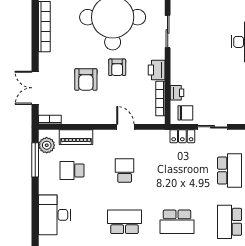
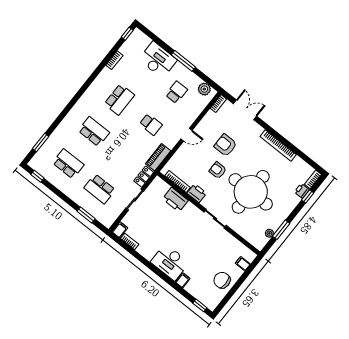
printer: (177, 93) -> (175, 200), width x1.87, depth x1.48
chair: (185, 113) -> (156, 190), removed
door: (125, 127) -> (186, 135), moved
piano: (76, 137) -> (158, 157), moved
window: (35, 160) -> (183, 61), moved
school desk: (177, 222) -> (94, 132), turned 90

